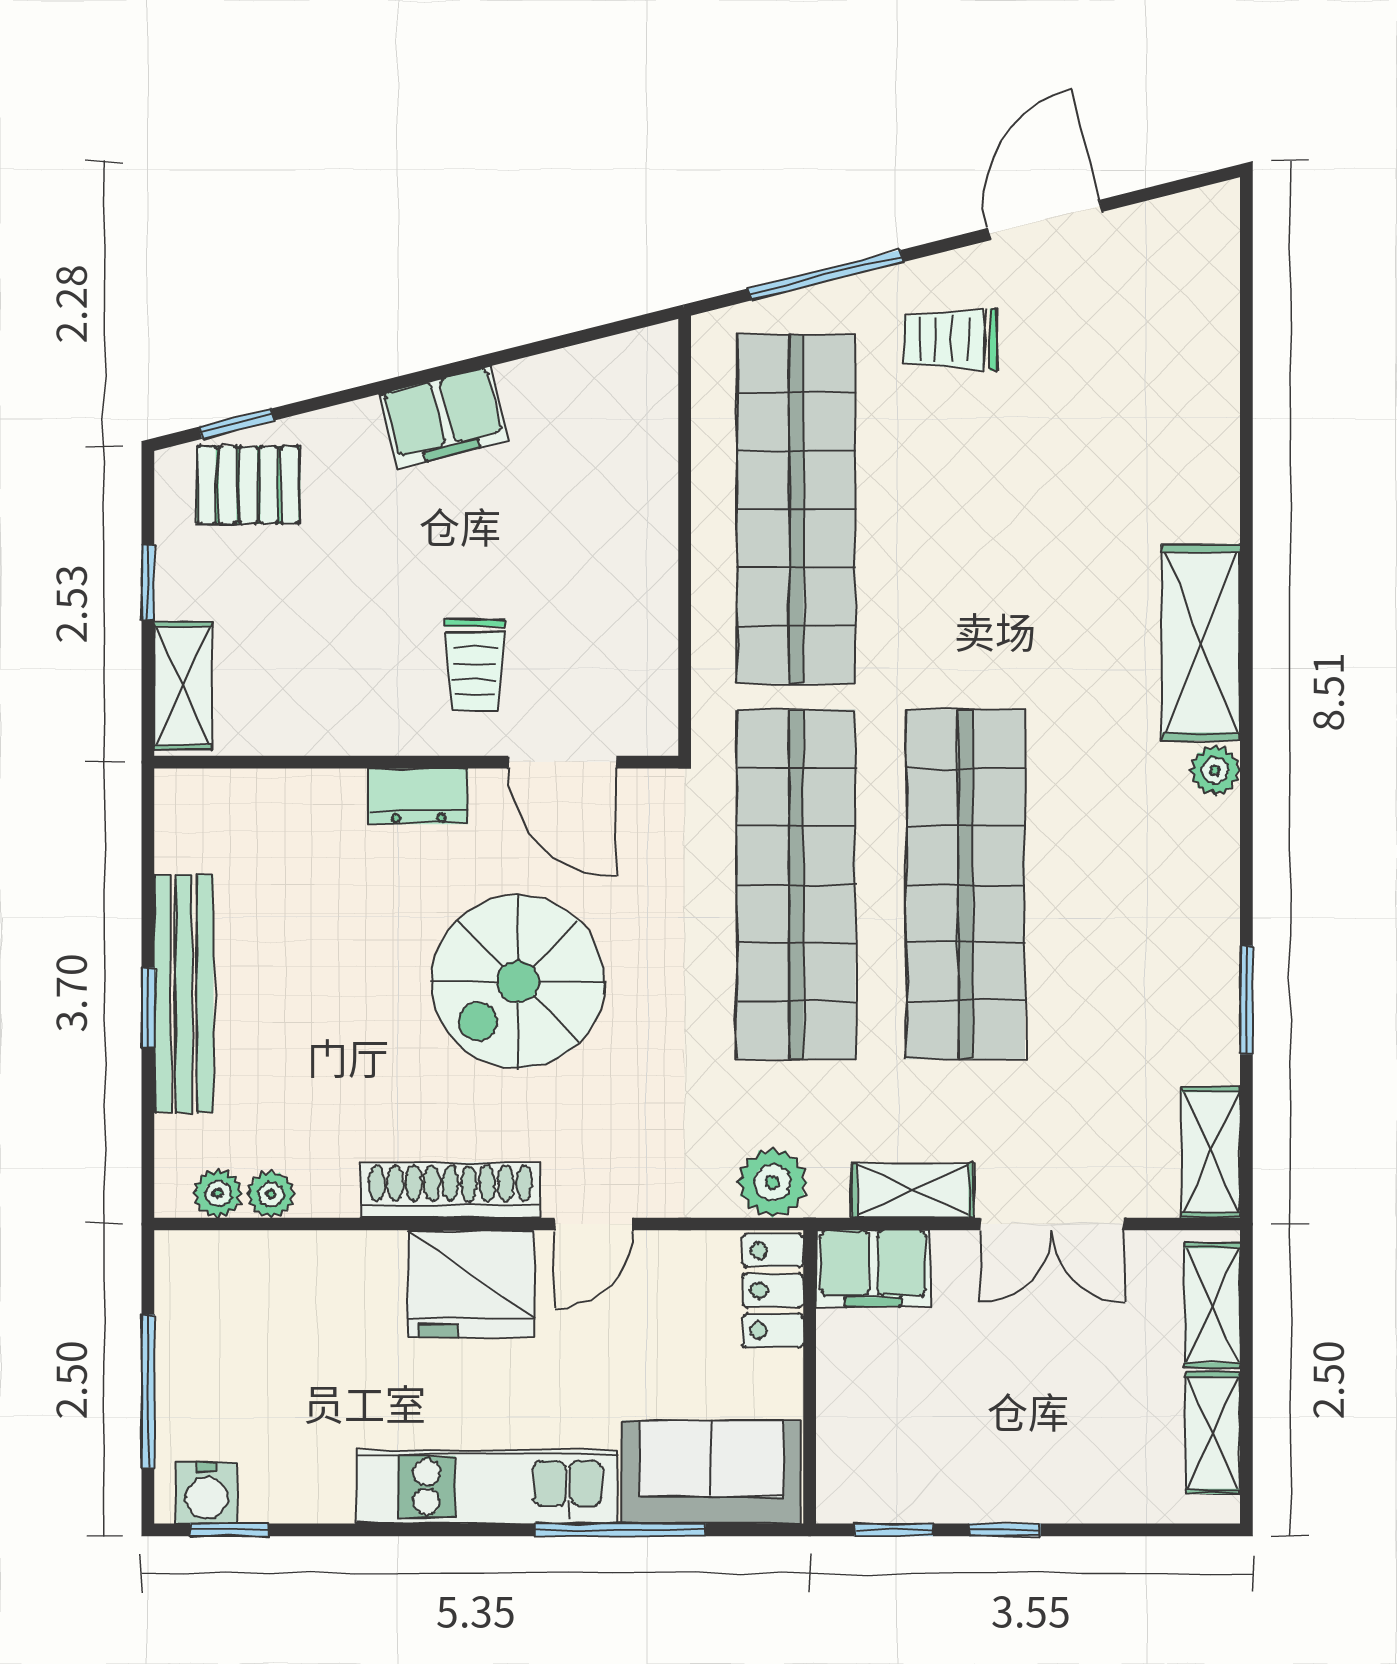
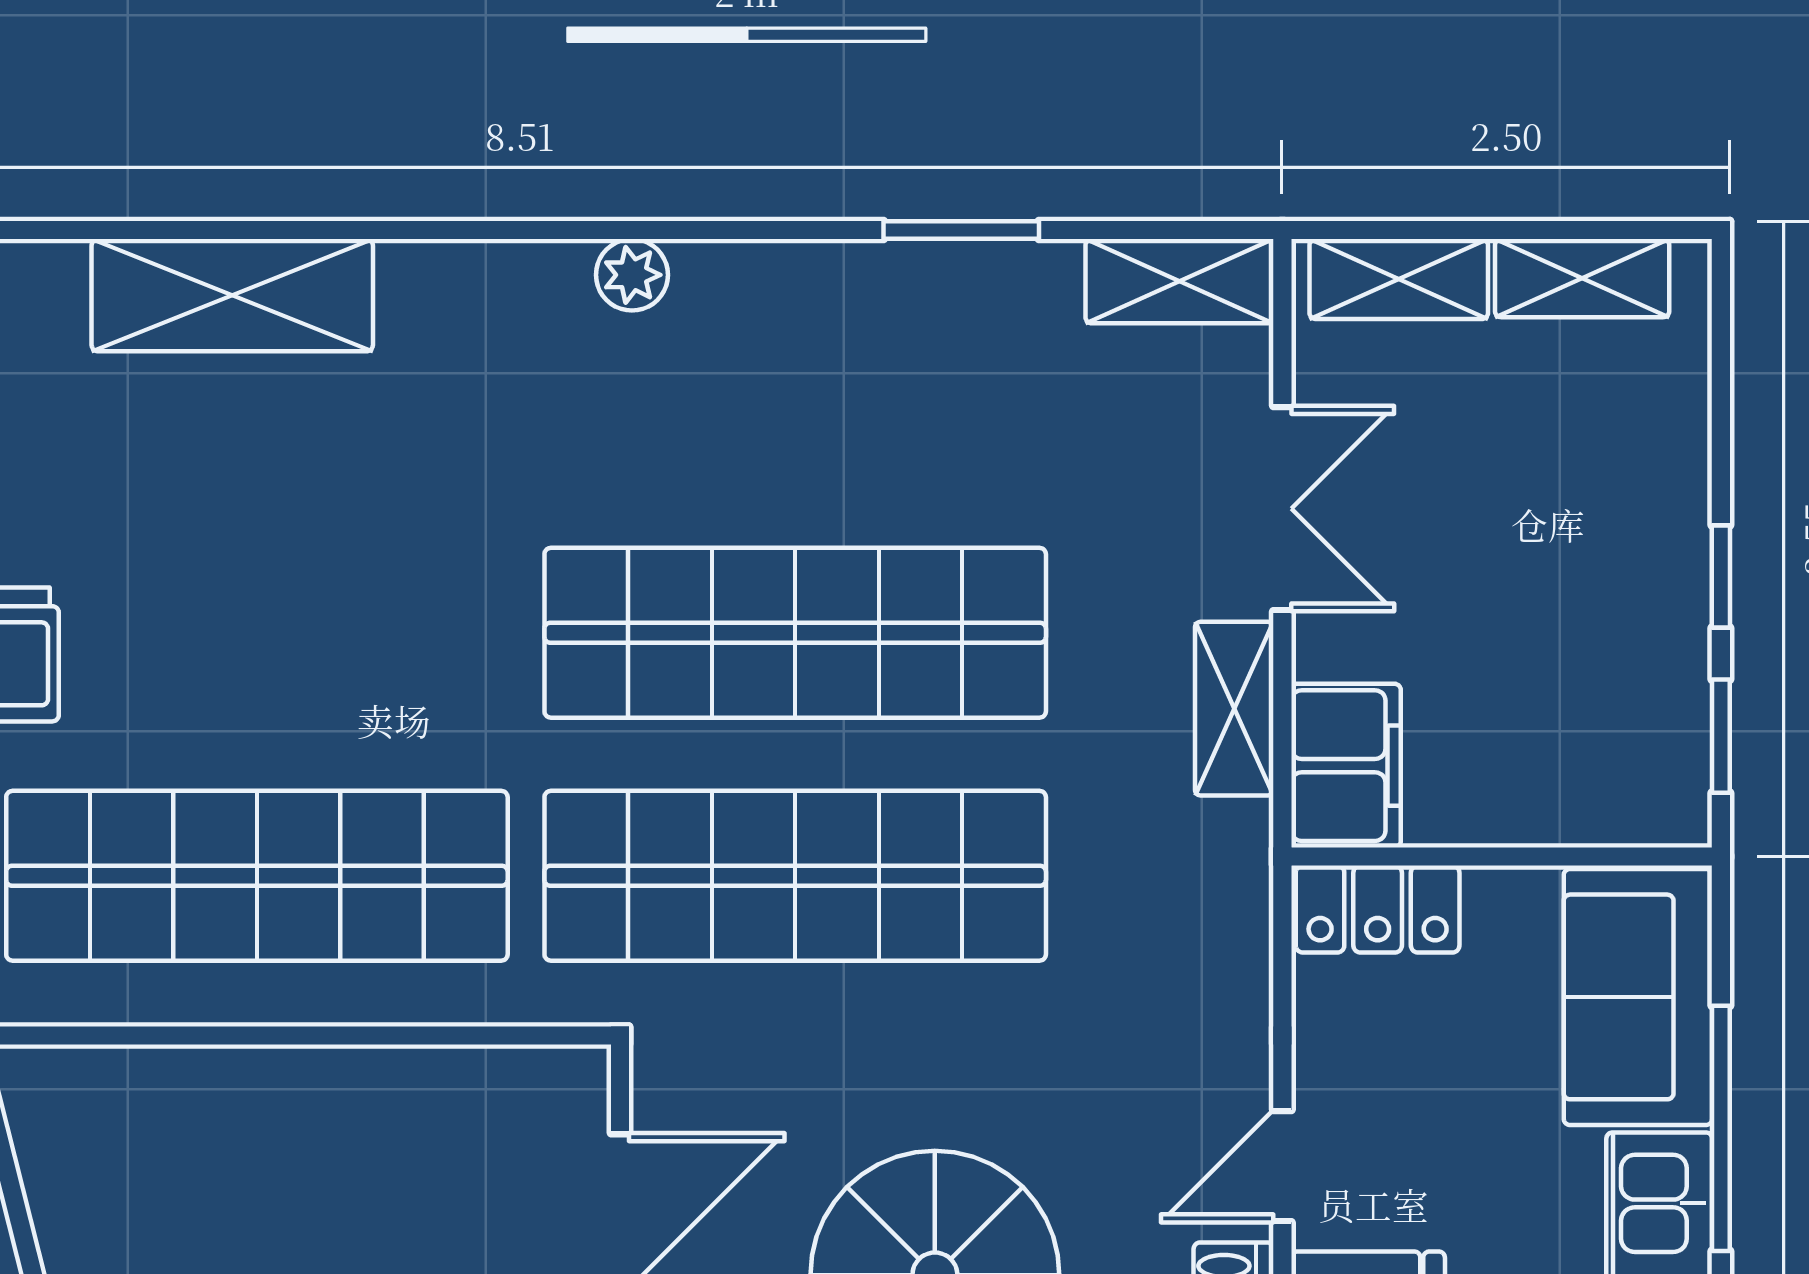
shelving: (1201, 642) -> (232, 295), moved
plant: (772, 1183) -> (1223, 910), removed
door: (594, 1224) -> (1282, 1166), swing flipped

